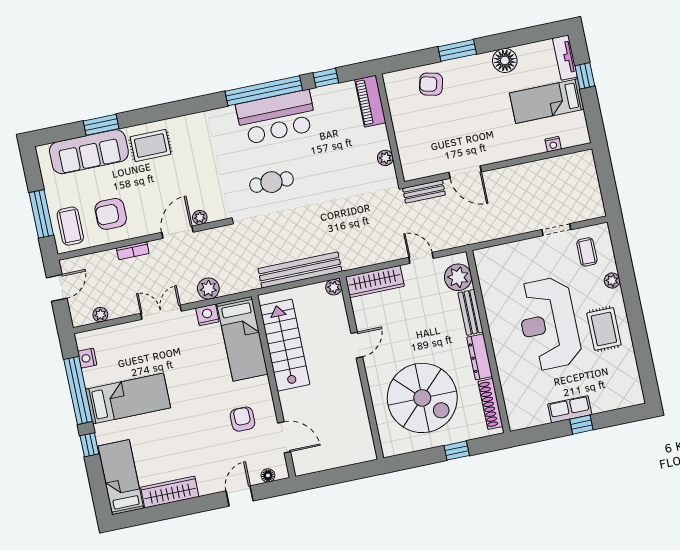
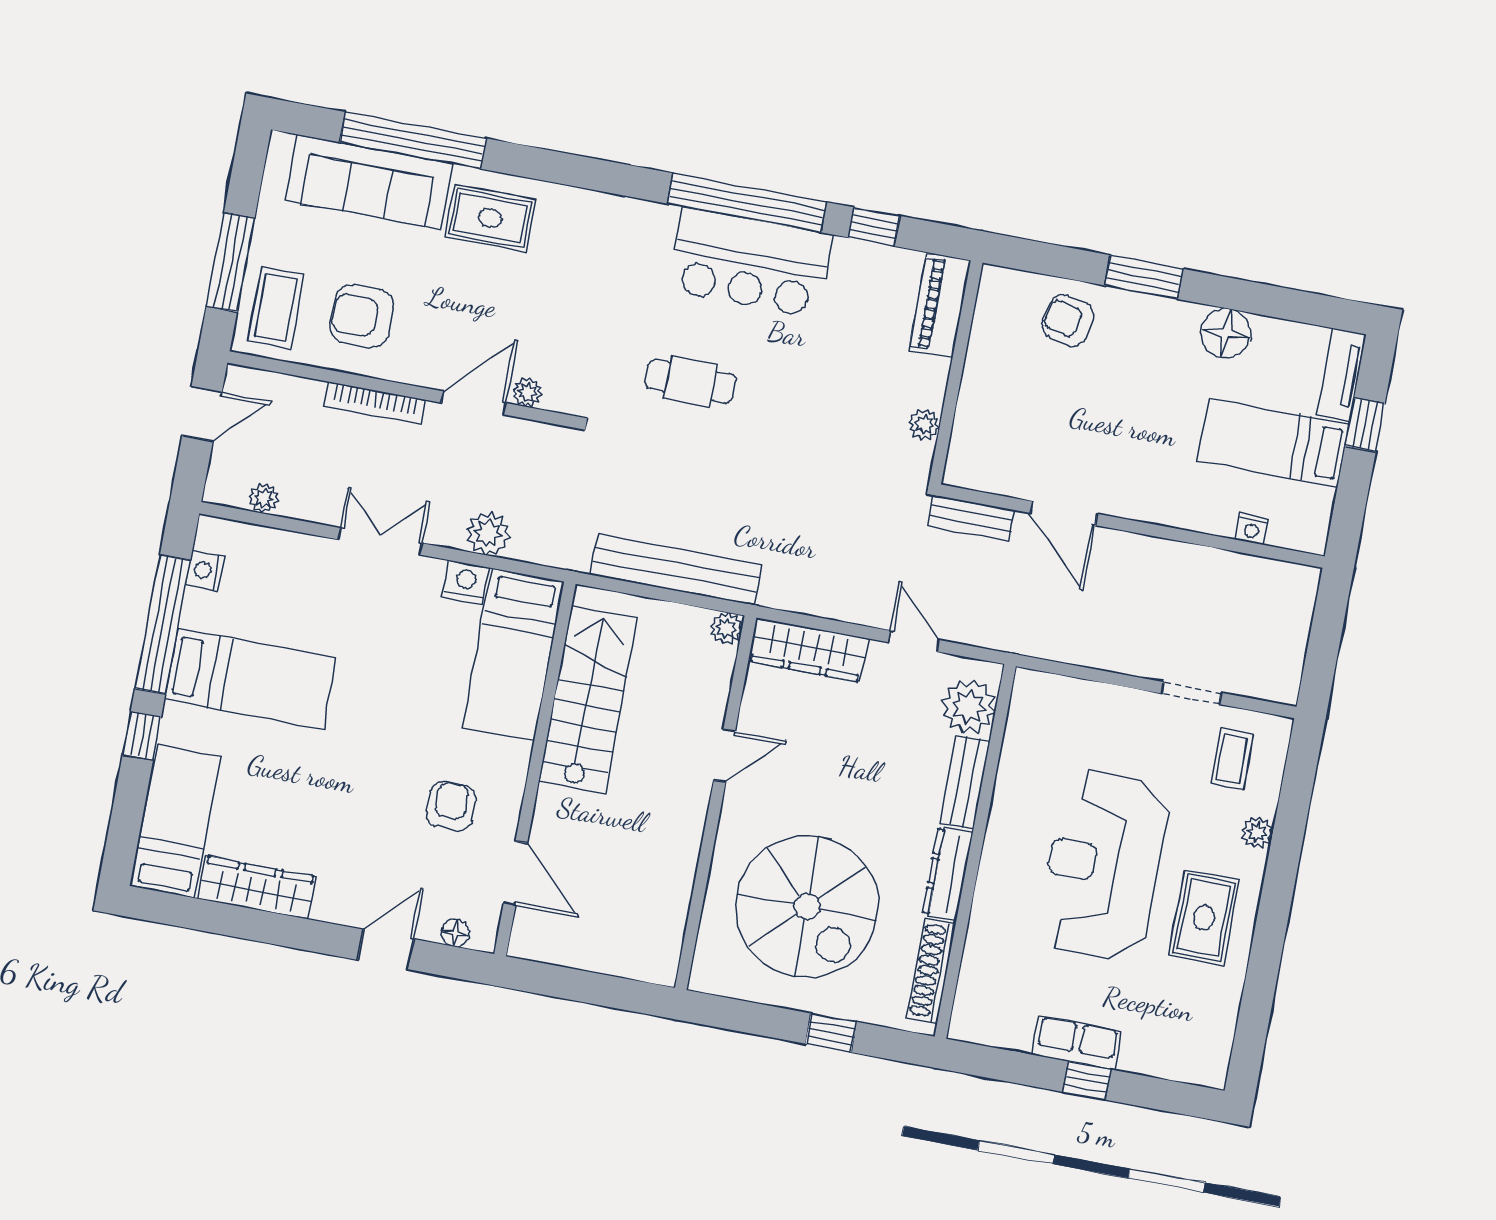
window: (101, 125) -> (413, 140), width x2.11
bookcase: (133, 251) -> (375, 403), width x1.56

